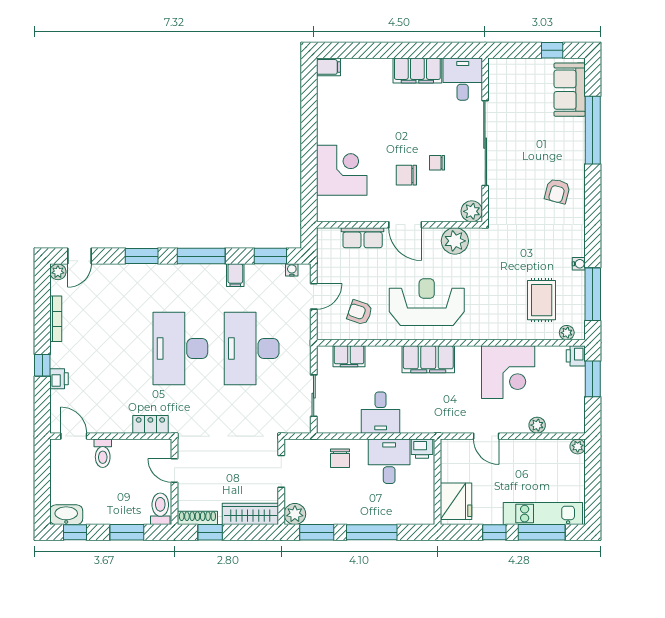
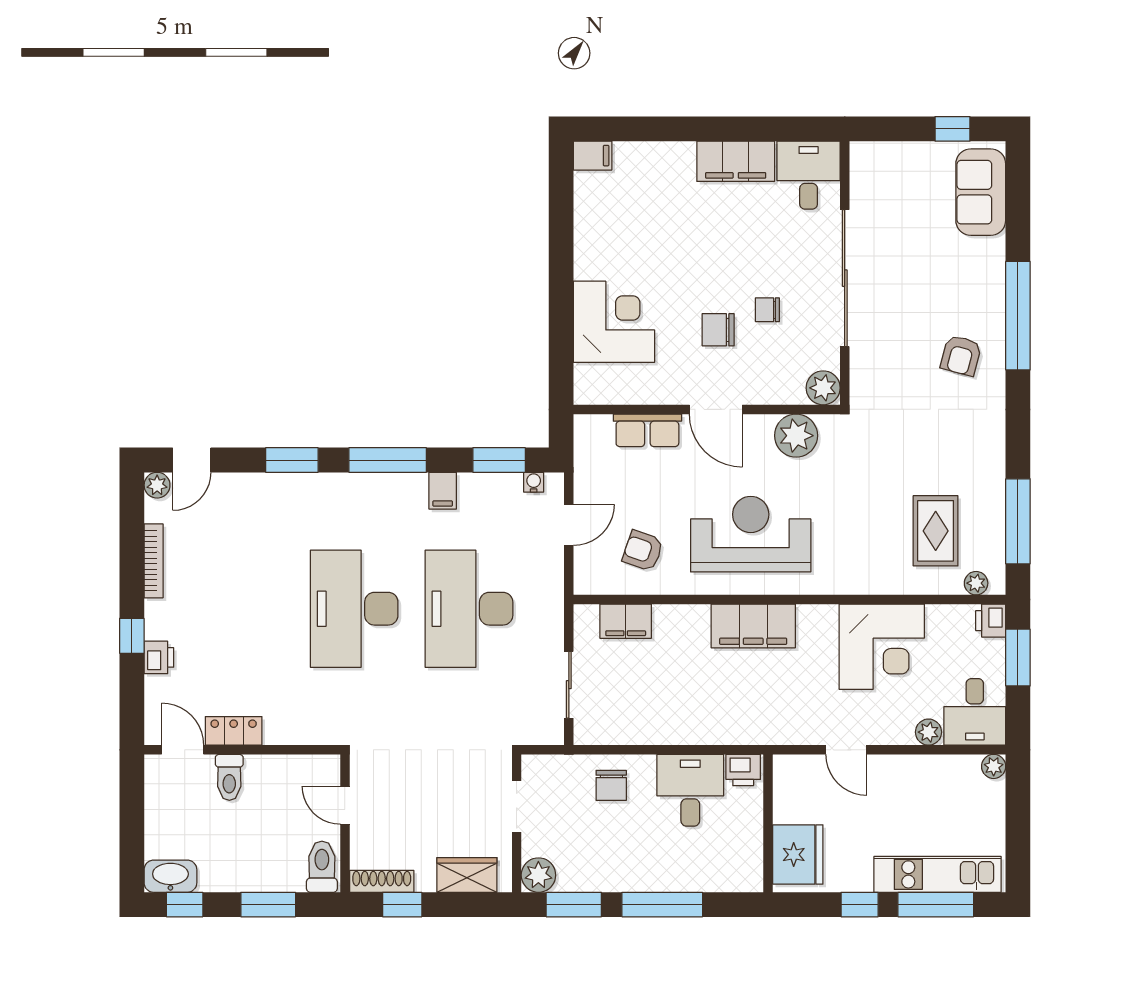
window: (593, 130) -> (1018, 316), moved
water cooler: (579, 264) -> (995, 472), removed
desk: (381, 413) -> (975, 712), moved
locker: (150, 424) -> (234, 731), moved
wardrobe: (250, 514) -> (467, 875), width x0.67

